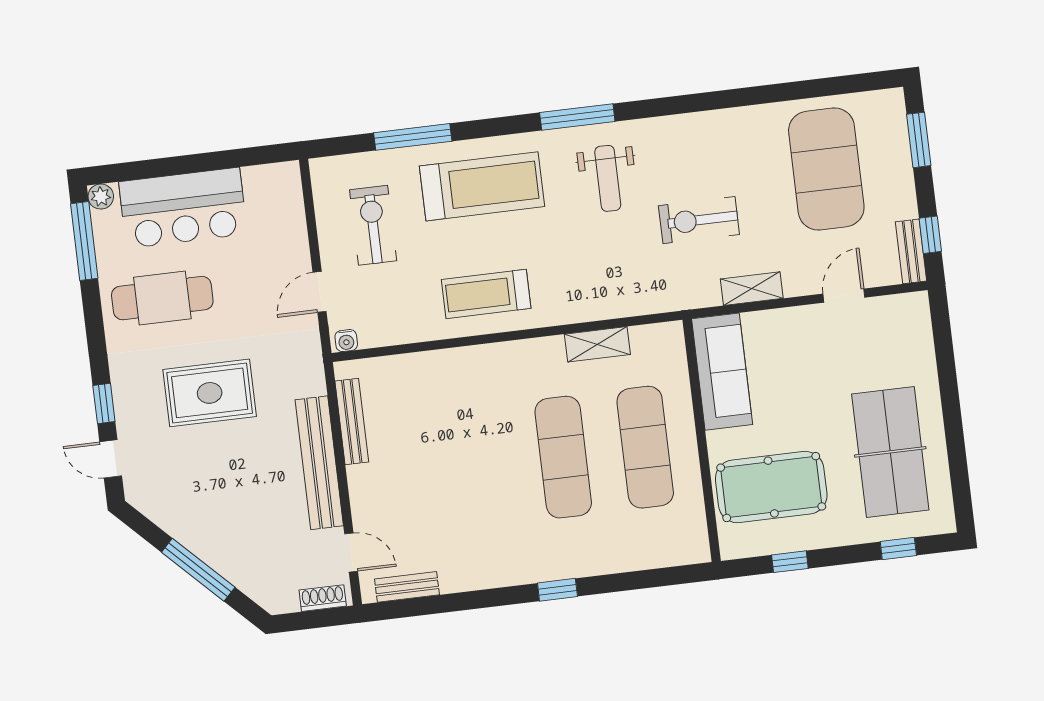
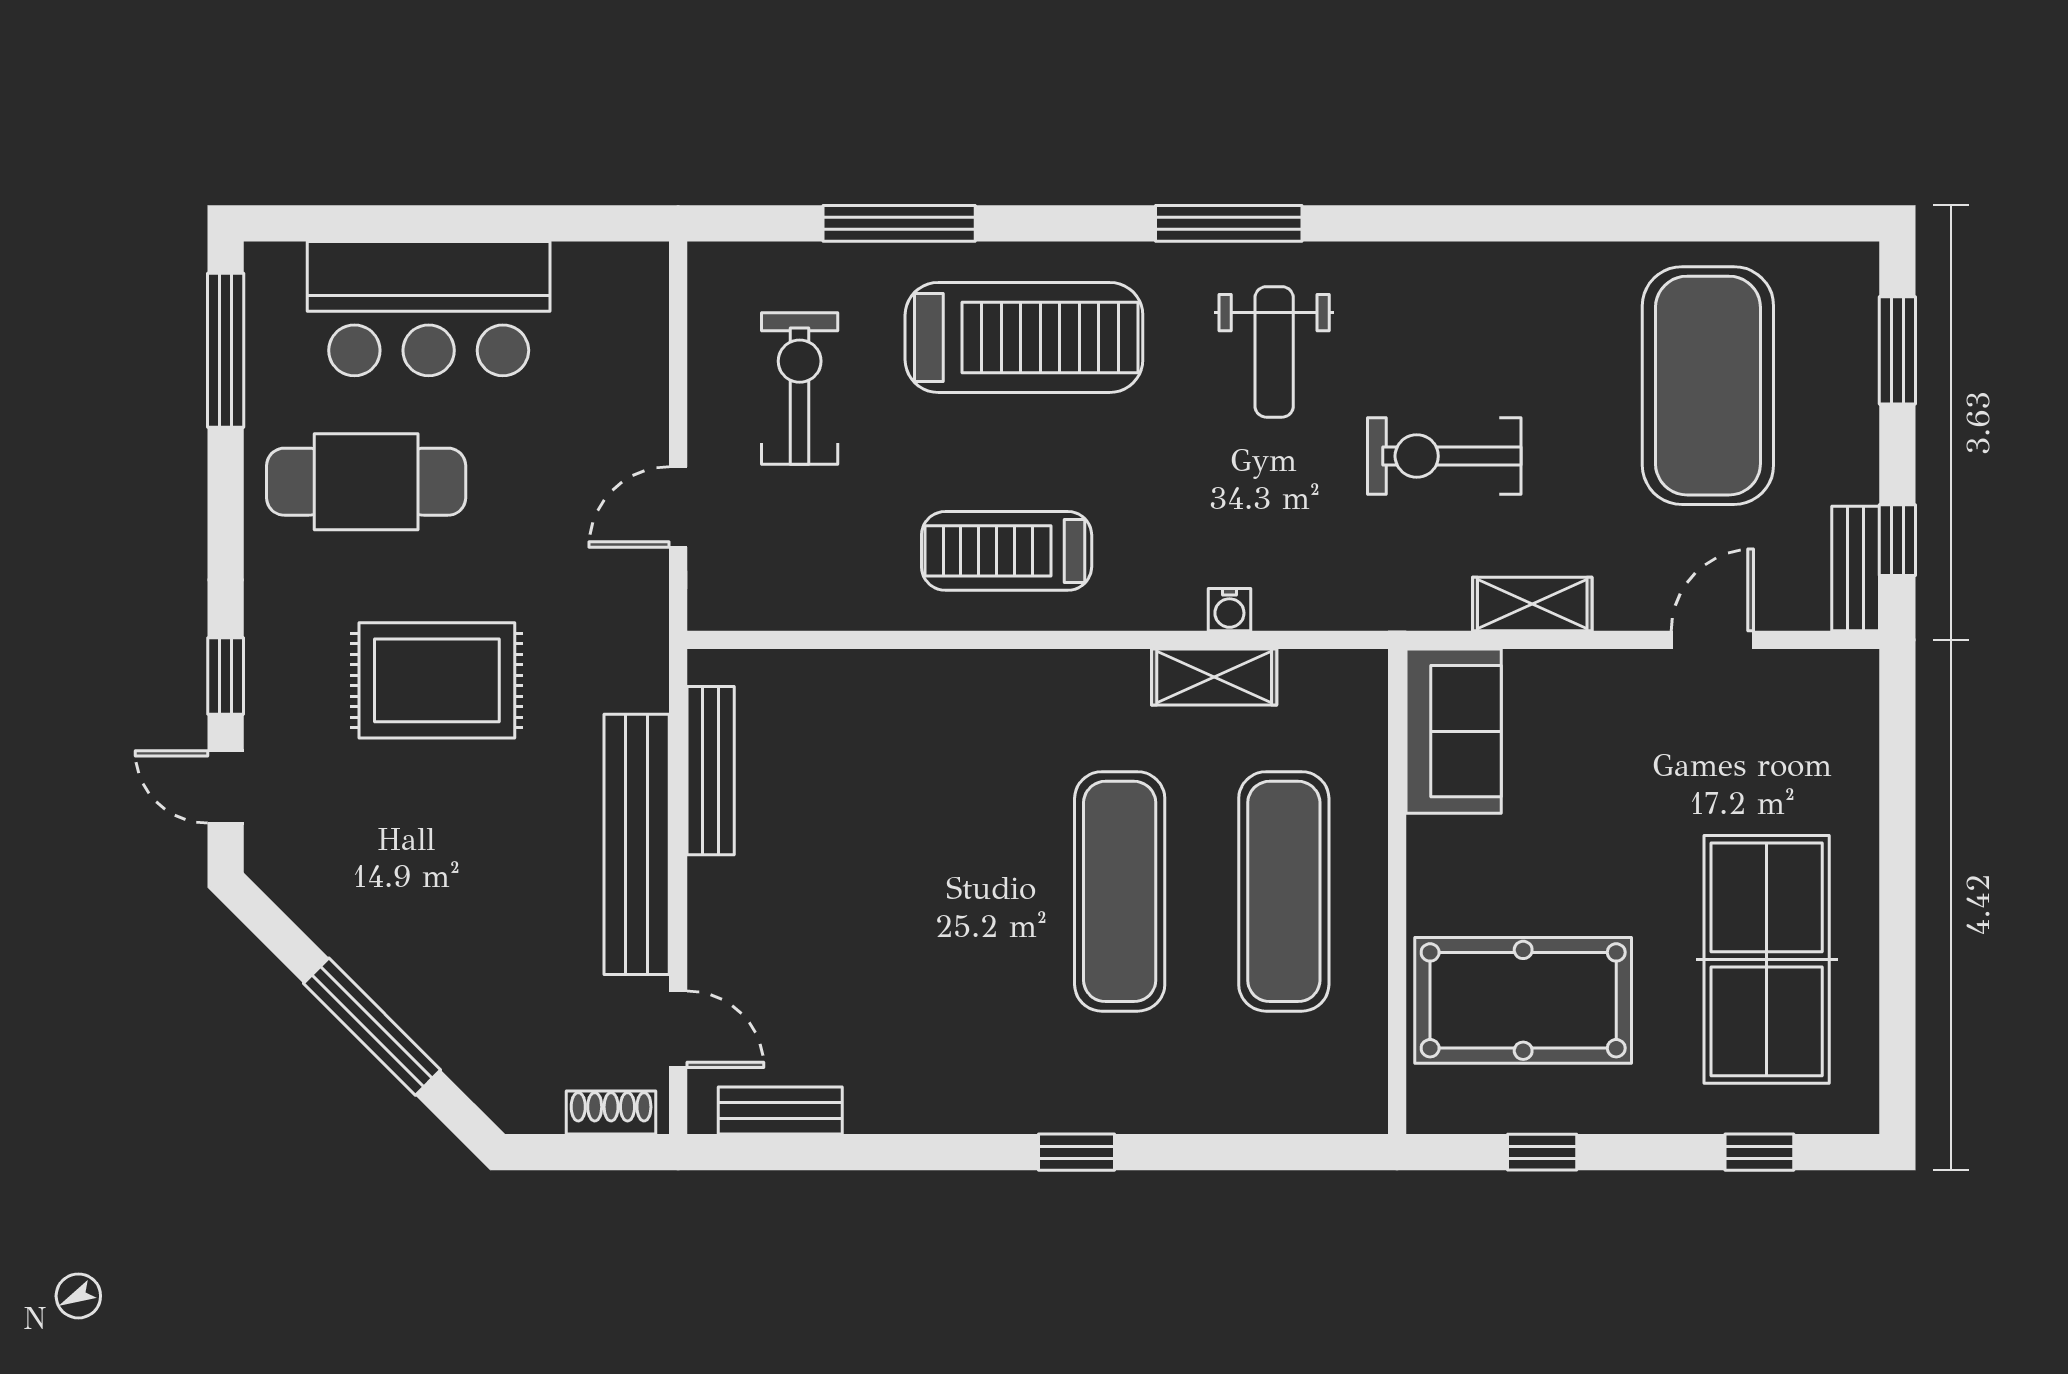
plant: (101, 197) -> (269, 267), removed
water cooler: (346, 341) -> (1229, 610), moved
sofa: (722, 372) -> (1454, 731), width x0.73

